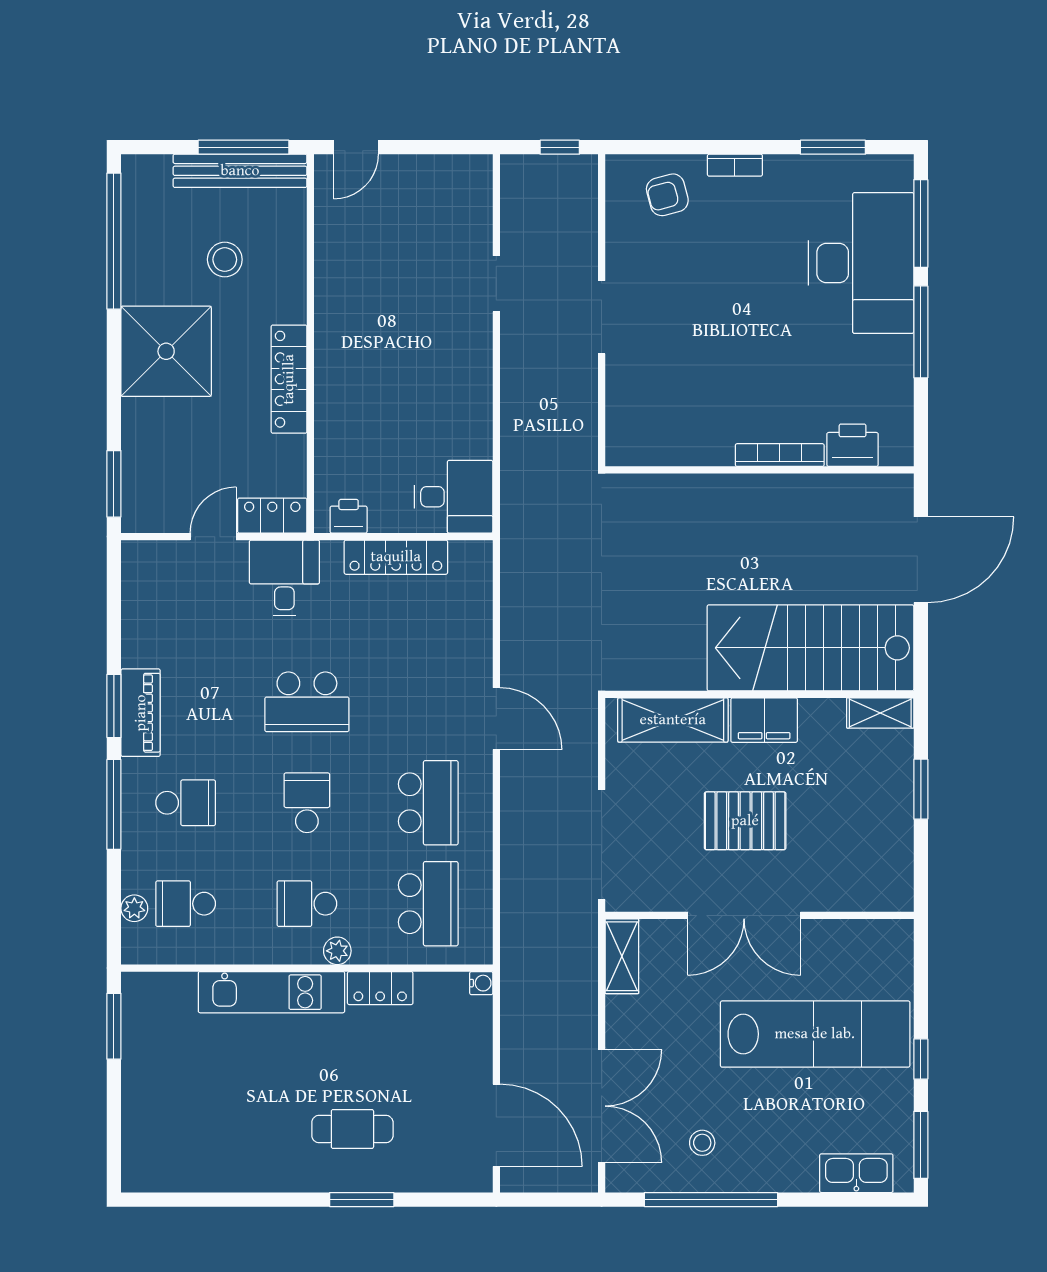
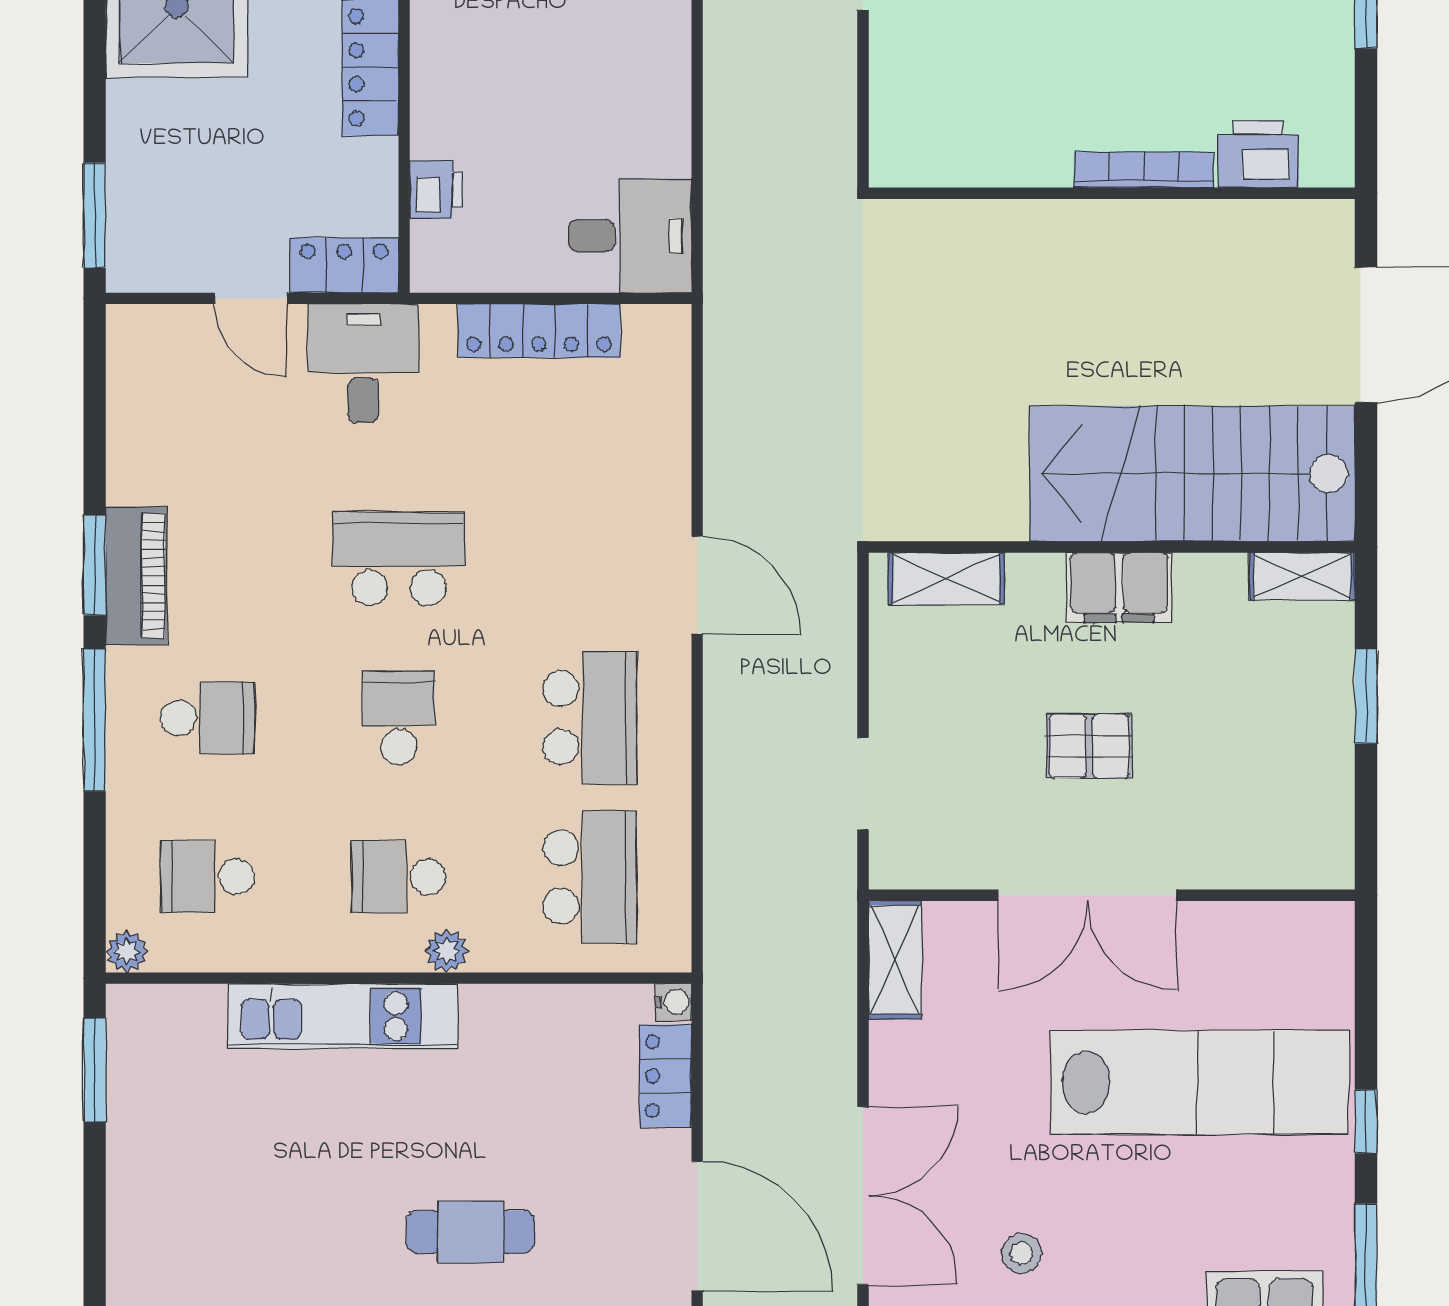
printer: (349, 516) -> (436, 189), moved, turned 90
door: (213, 537) -> (251, 298), swing flipped
school desk: (307, 702) -> (399, 559), turned 180
shelving: (673, 720) -> (946, 579), width x0.67, depth x0.75
pallet: (745, 821) -> (1089, 746), width x0.67, depth x0.71
doorway: (602, 845) -> (863, 784), width x0.53
plant: (134, 908) -> (127, 952), moved
locker: (380, 988) -> (666, 1076), moved, turned 90

